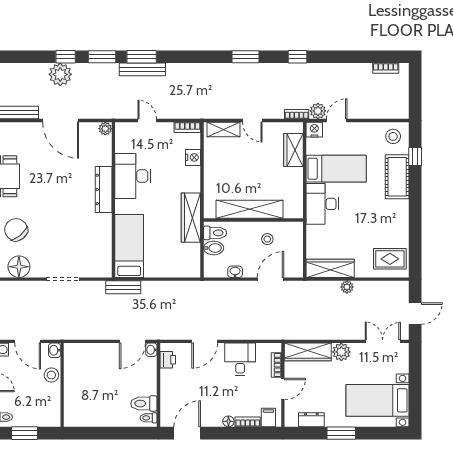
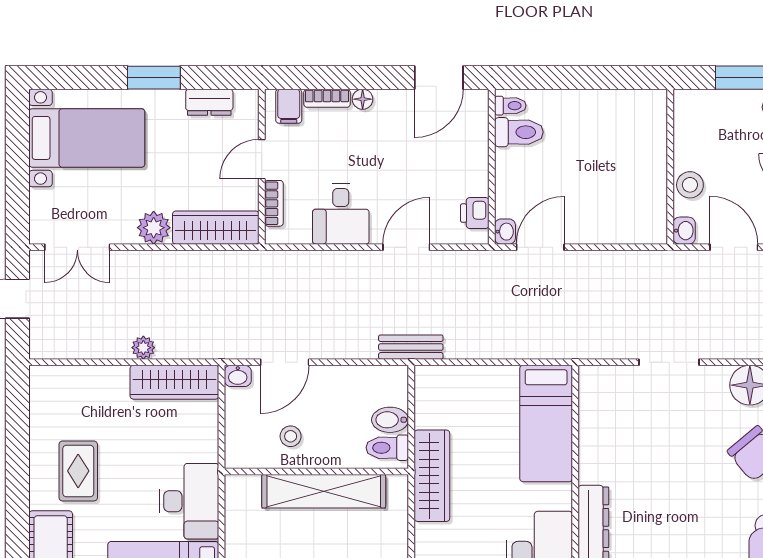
rug: (390, 259) -> (78, 471), moved, turned 90
washbasin: (235, 272) -> (238, 376), moved
bench: (123, 287) -> (411, 347), moved

